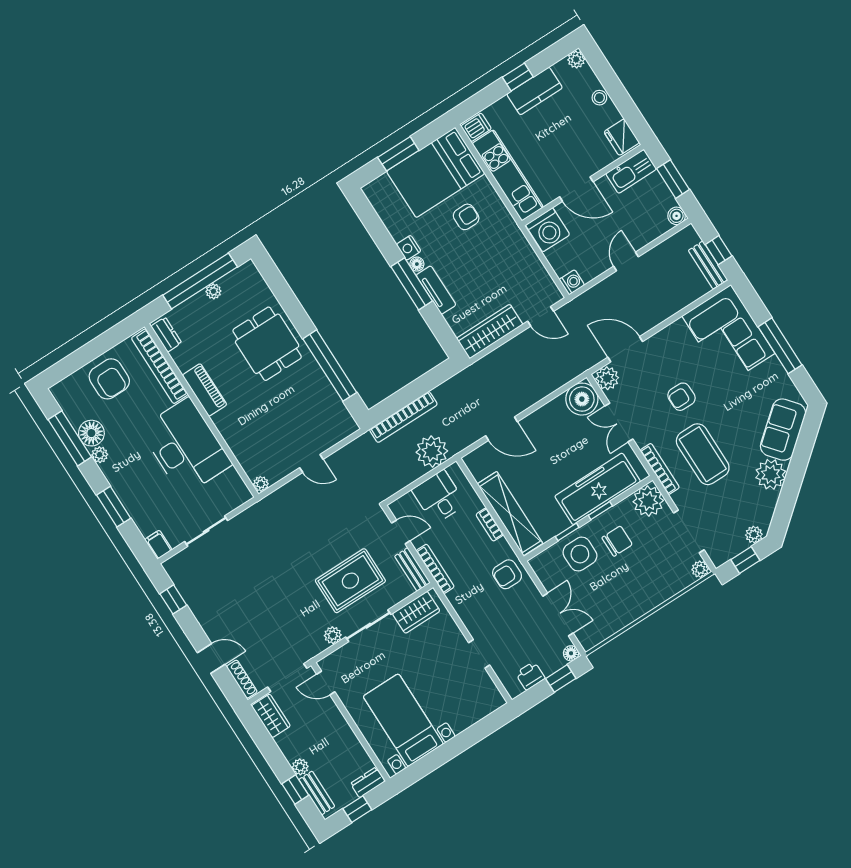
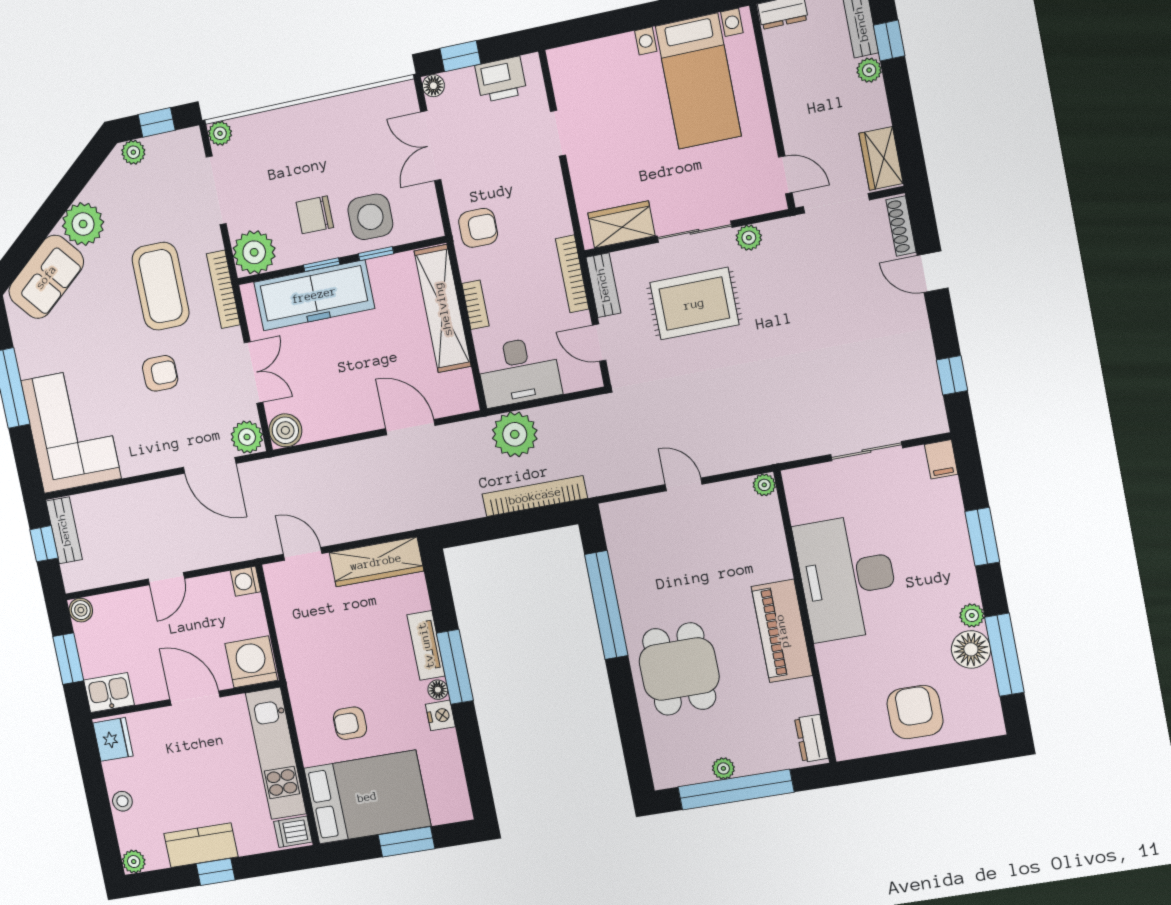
kitchen sink: (631, 171) -> (109, 693), width x0.73
bookcase: (160, 366) -> (838, 700), removed
piano: (205, 390) -> (782, 631), width x1.37, depth x1.33
boiler: (582, 399) -> (285, 430), width x0.73, depth x0.73
desk: (439, 497) -> (519, 371), width x1.37
printer: (530, 676) -> (501, 79), width x1.36, depth x1.24

